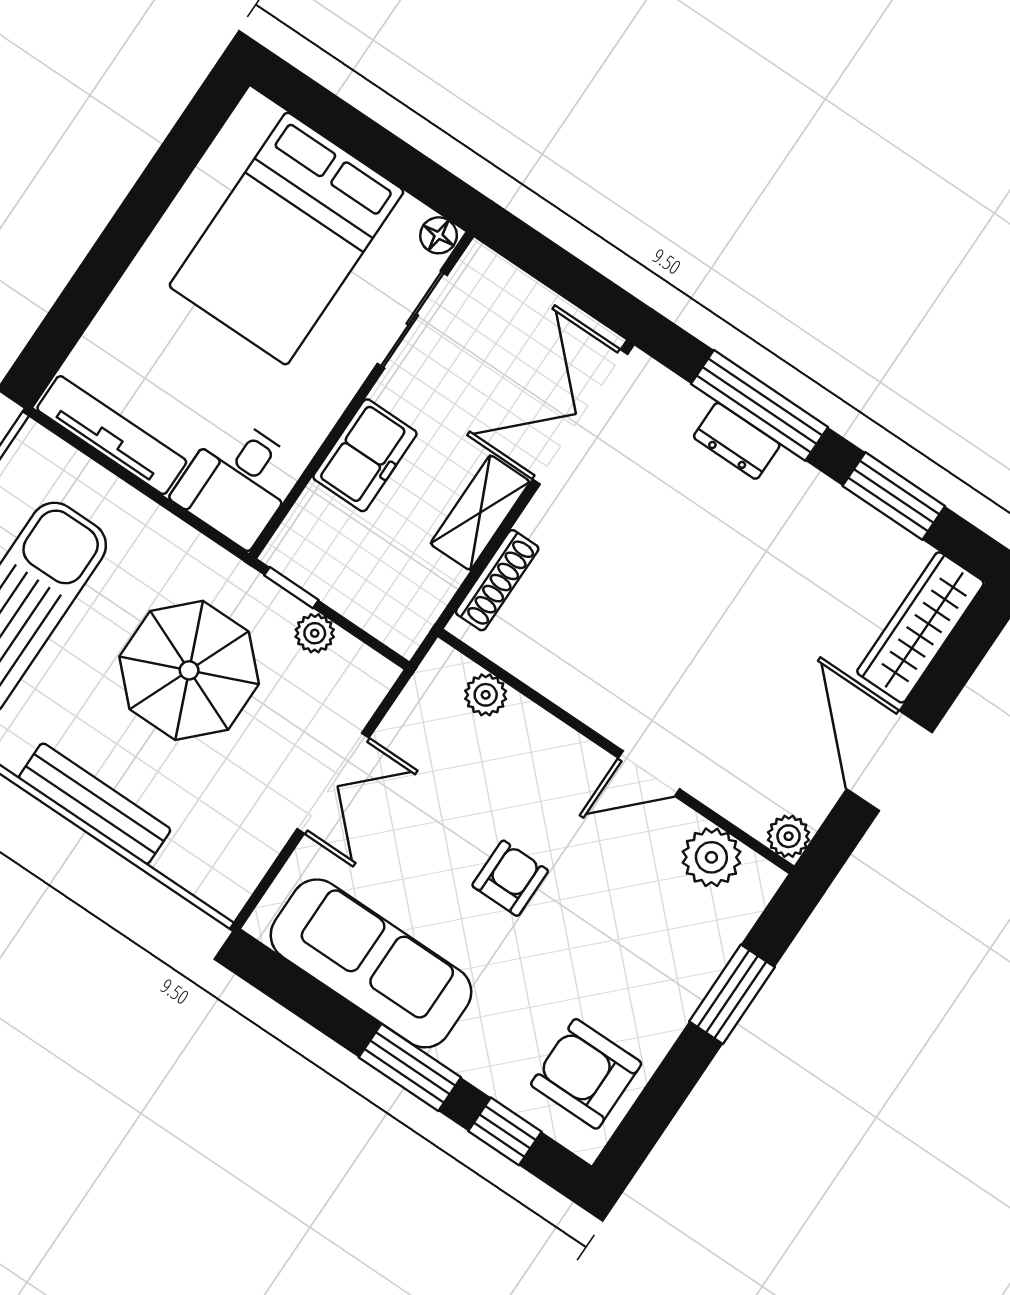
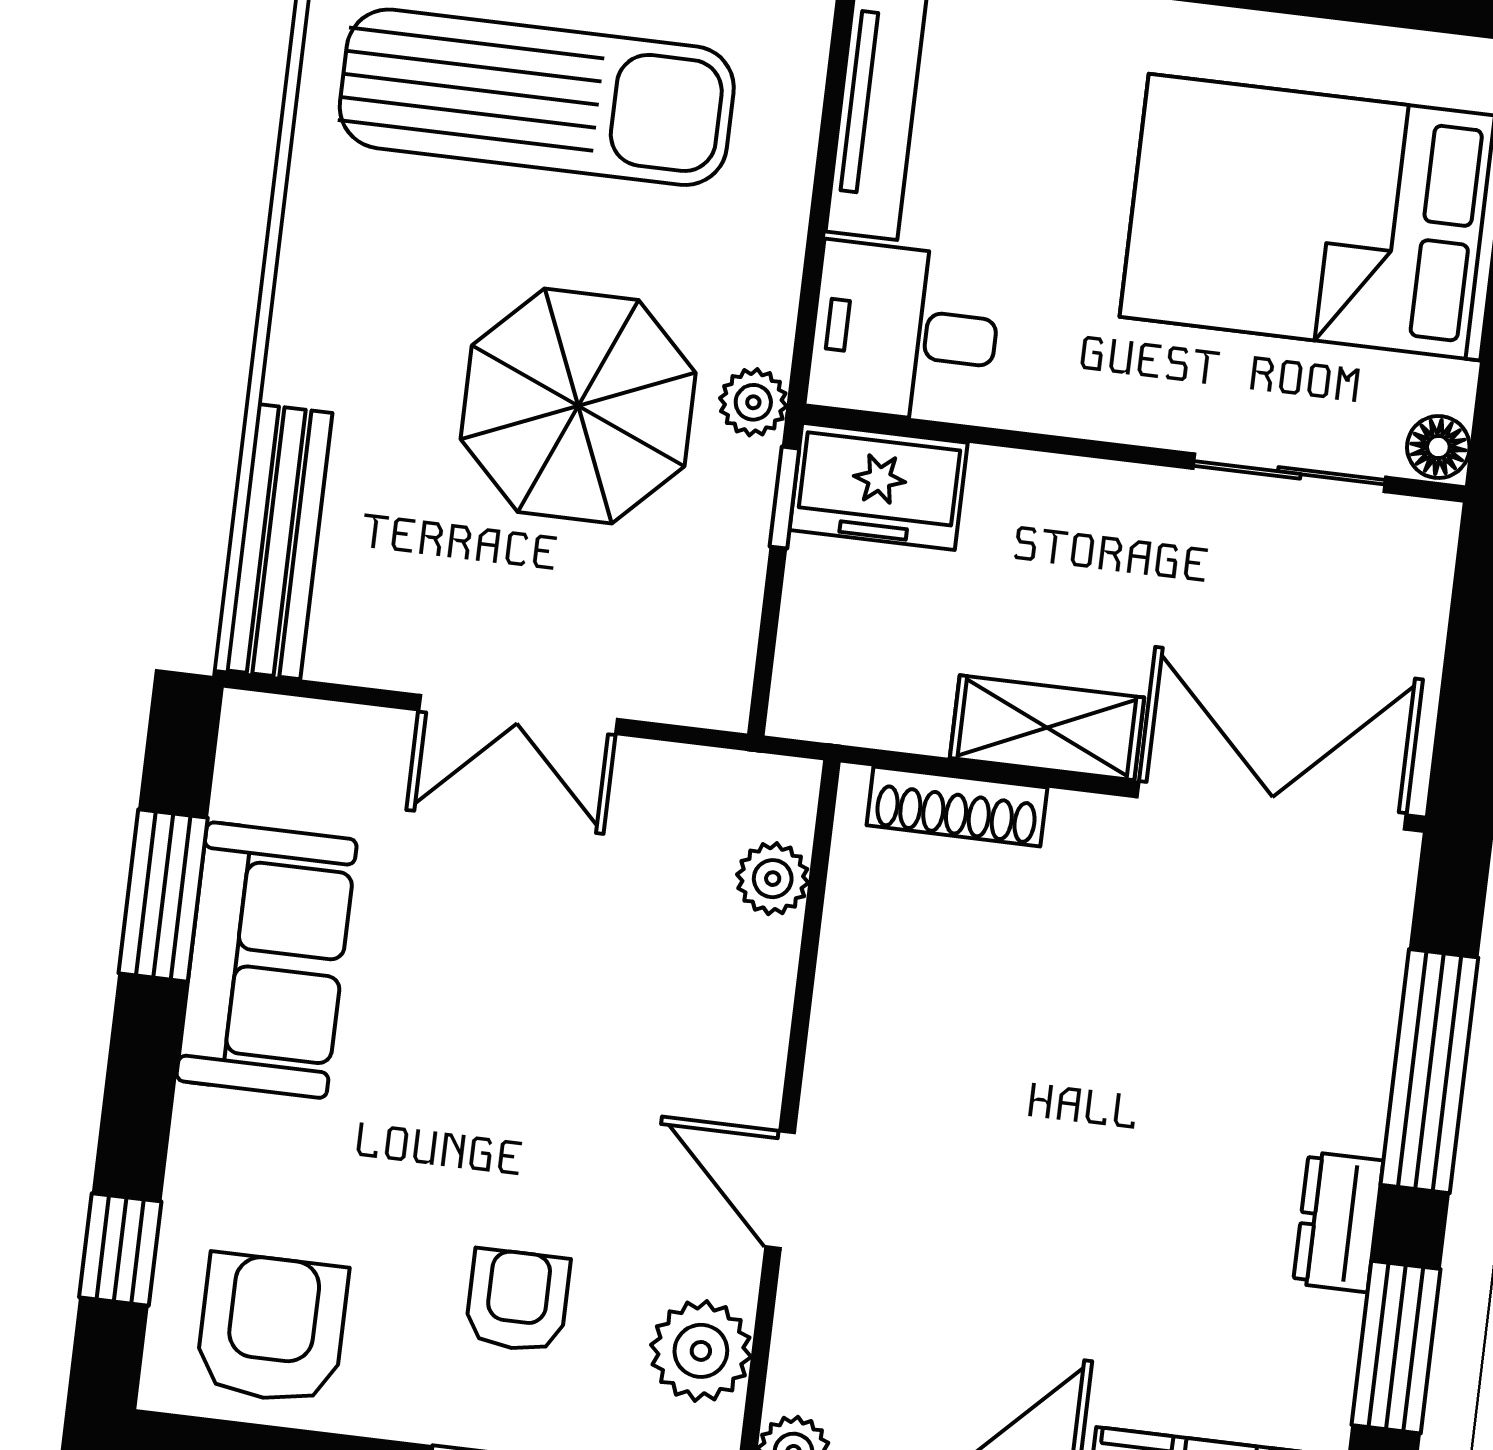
dresser: (737, 441) -> (1338, 1222), moved
freezer: (365, 455) -> (879, 486), moved
plant: (315, 633) -> (753, 402), moved
bench: (95, 804) -> (279, 542), moved
armchair: (510, 878) -> (518, 1301), moved, turned -90
sofa: (371, 963) -> (267, 960), width x0.73
window: (410, 1067) -> (163, 895), moved

